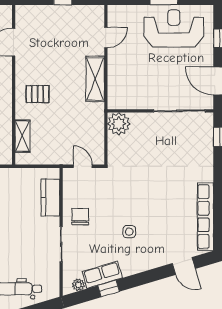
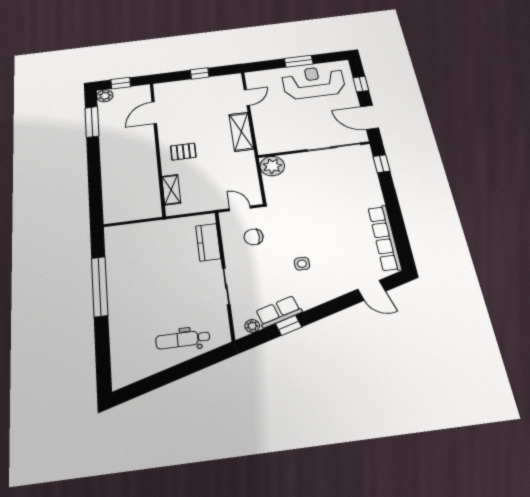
chair: (80, 217) -> (254, 237), moved, turned -90

